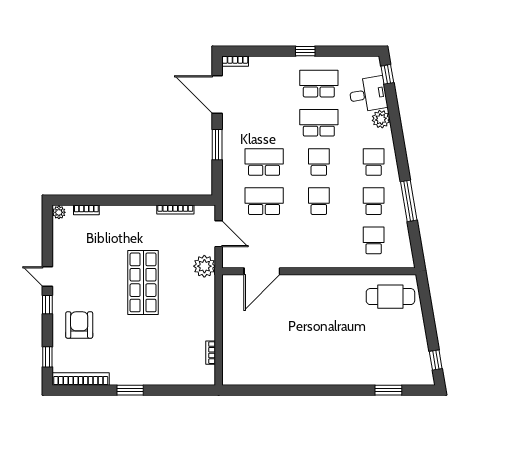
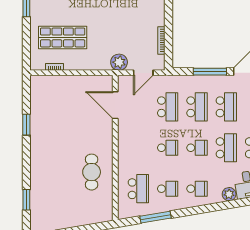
school desk: (264, 123) -> (226, 107), added
window: (217, 145) -> (210, 72), width x1.44
window: (409, 201) -> (156, 217), moved
school desk: (374, 240) -> (138, 189), width x1.85
shop shelf: (143, 282) -> (63, 37), moved
cafe table: (390, 297) -> (92, 172), moved
window: (288, 390) -> (26, 125), added

